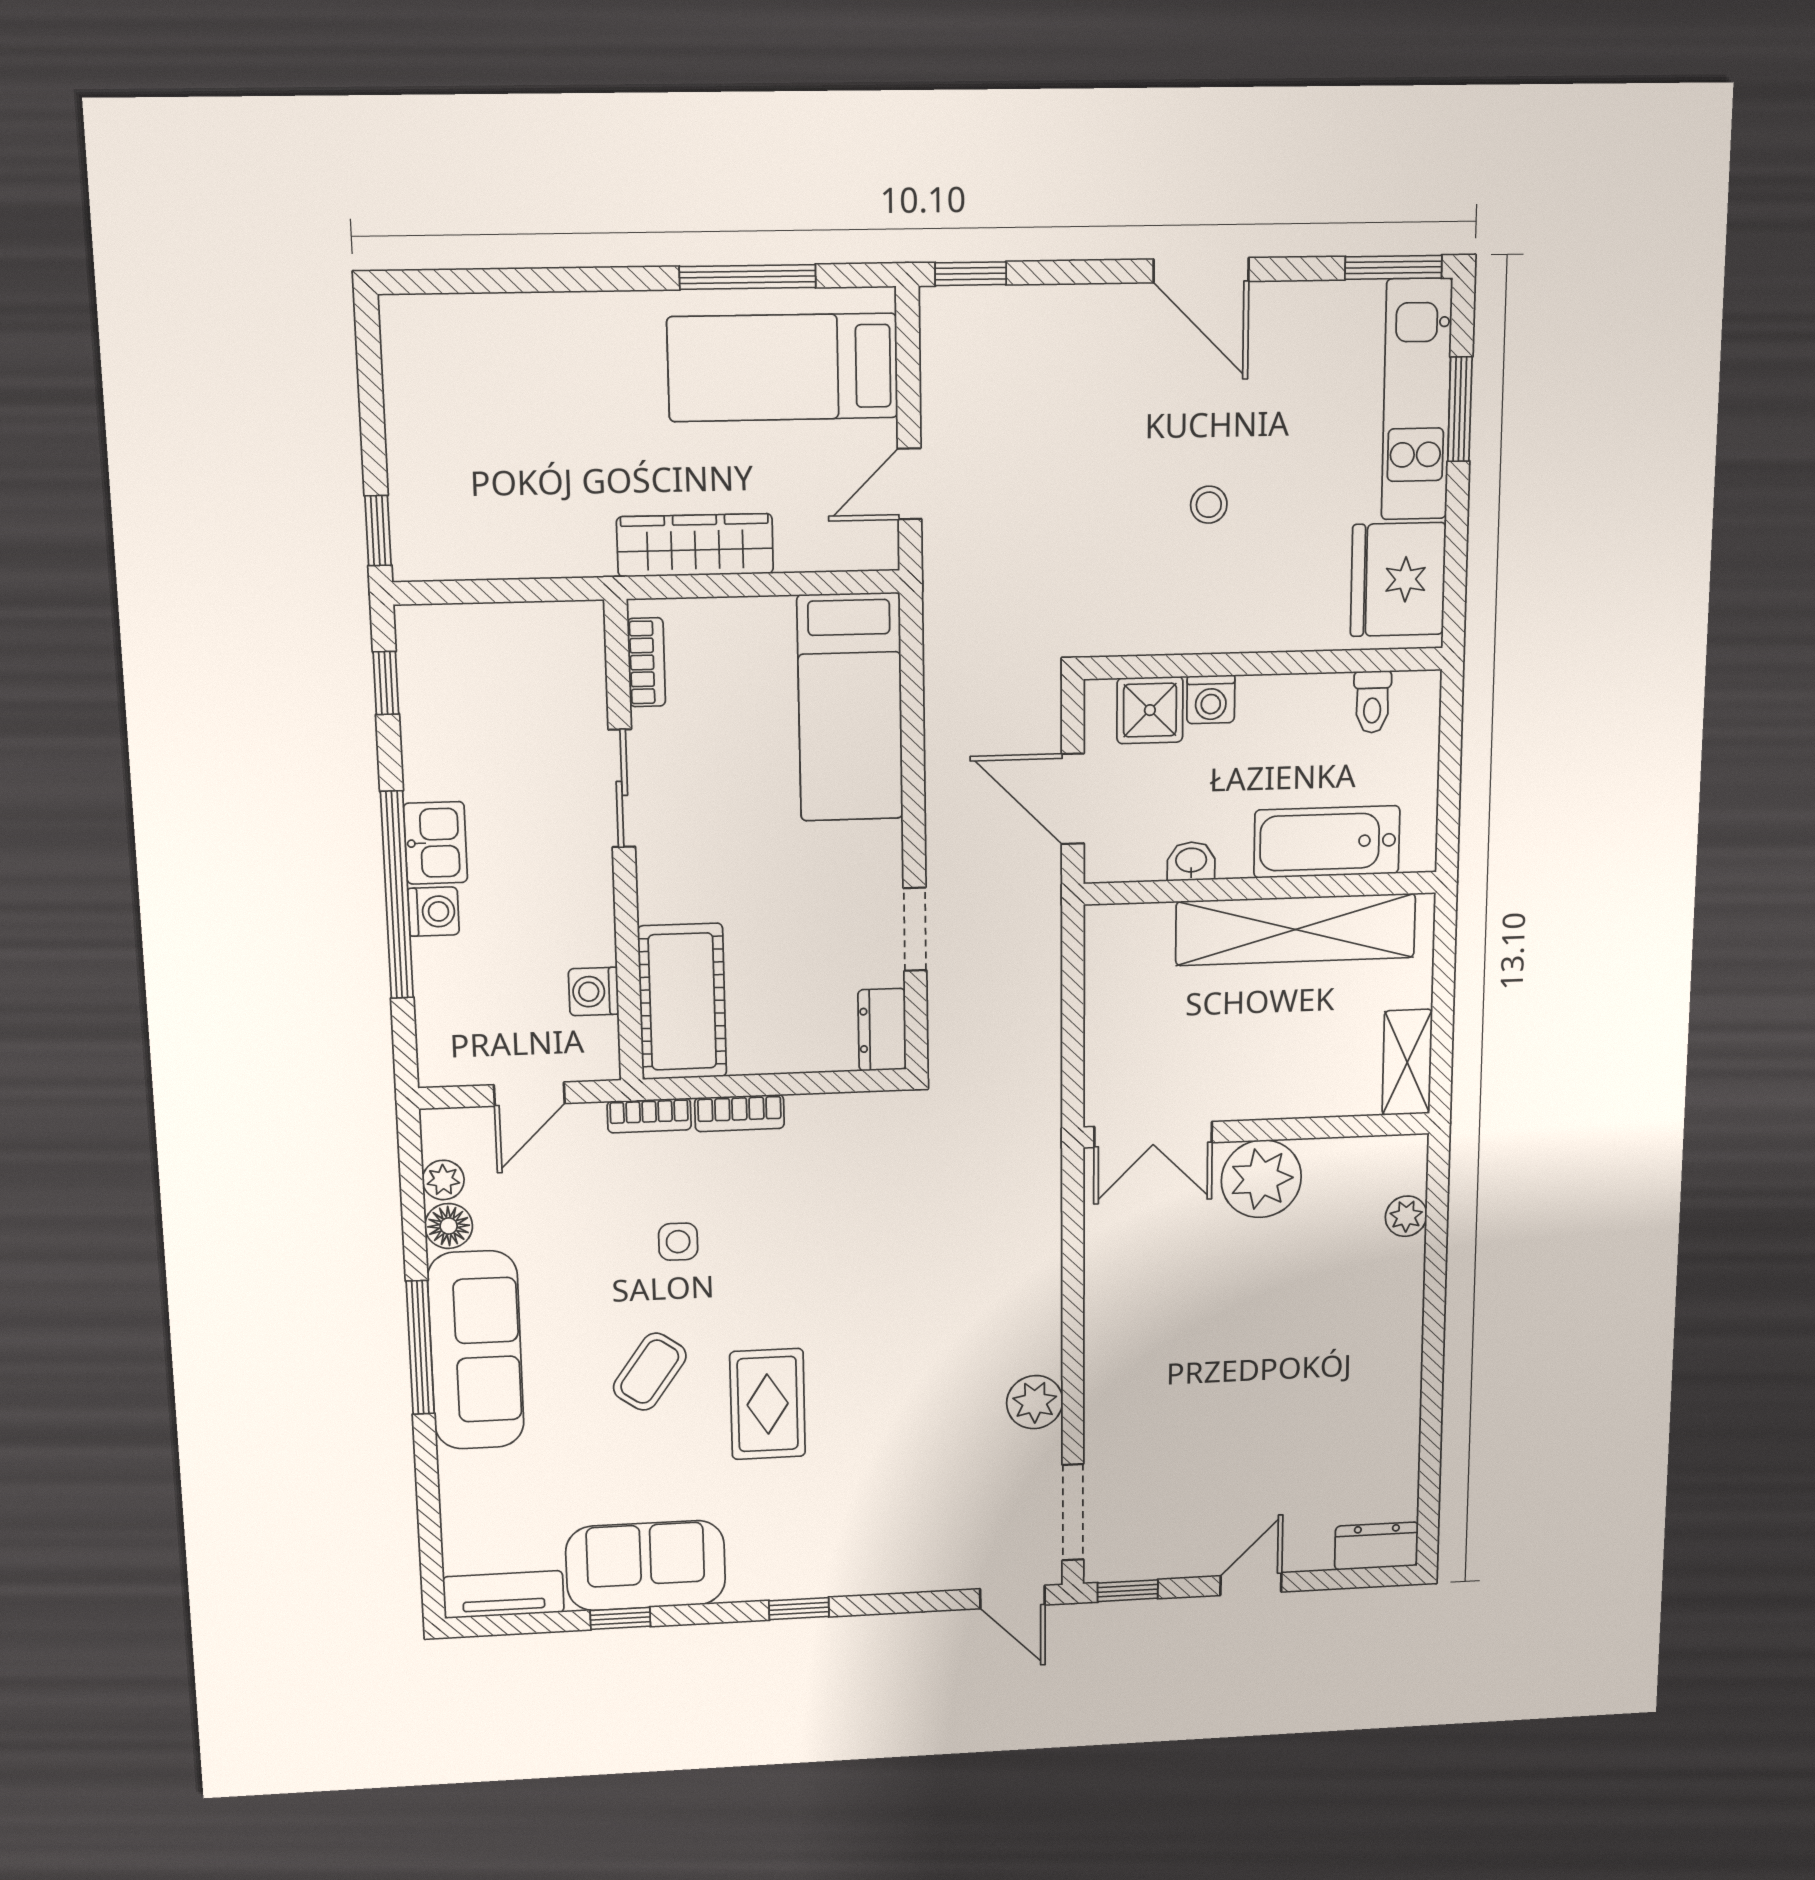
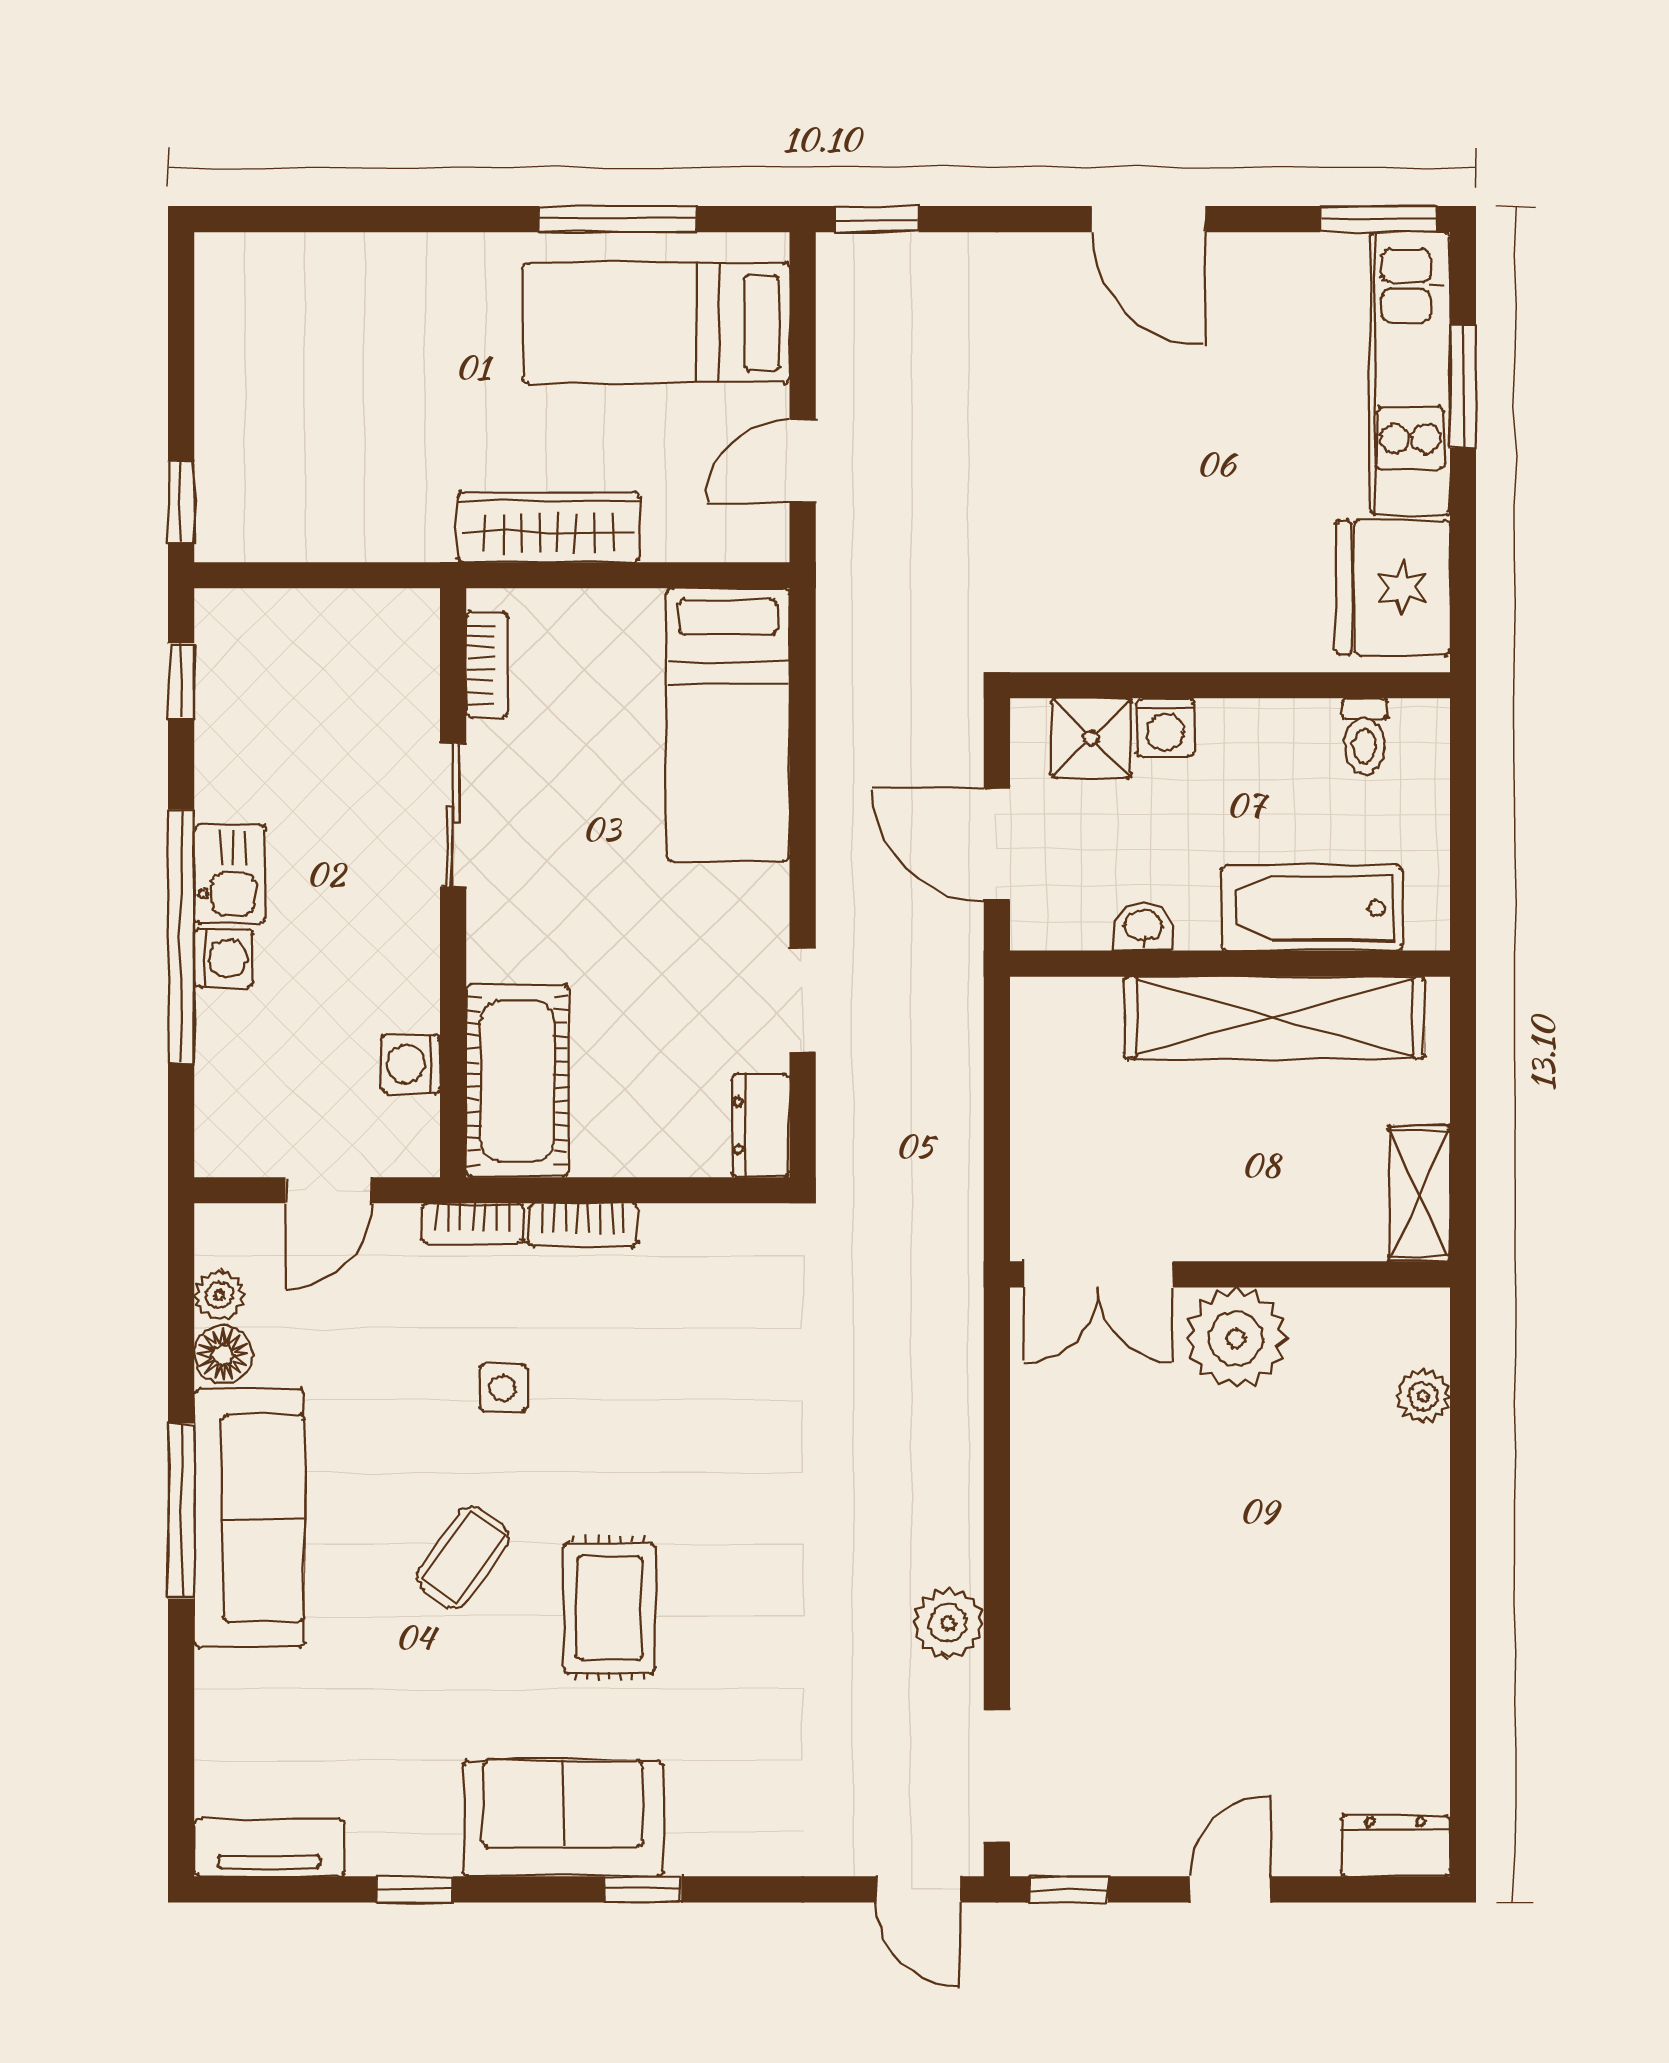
stool: (1209, 505) -> (1161, 493), removed
sofa: (646, 1566) -> (563, 1819), moved

